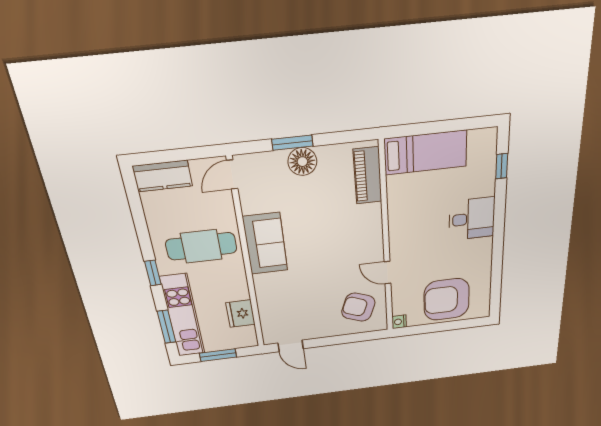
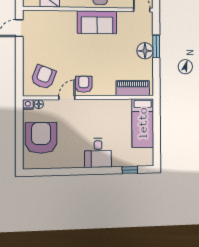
armchair: (366, 252) -> (84, 84), added
floor lamp: (398, 308) -> (39, 104), added

